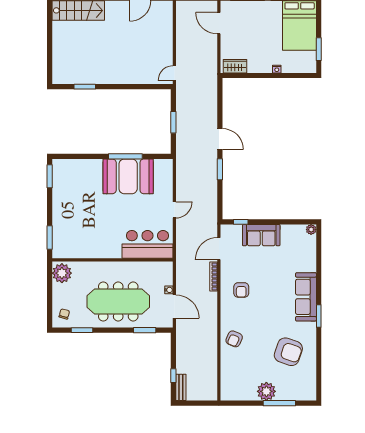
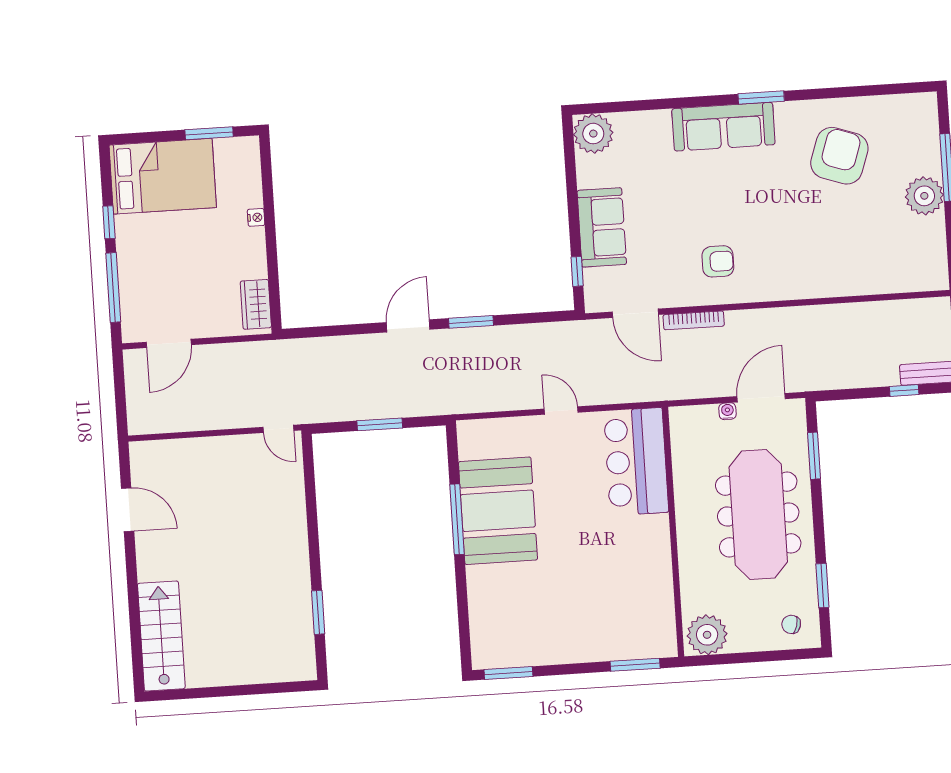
plant: (311, 230) -> (593, 134), width x1.87, depth x1.87
armchair: (234, 339) -> (820, 270), removed

